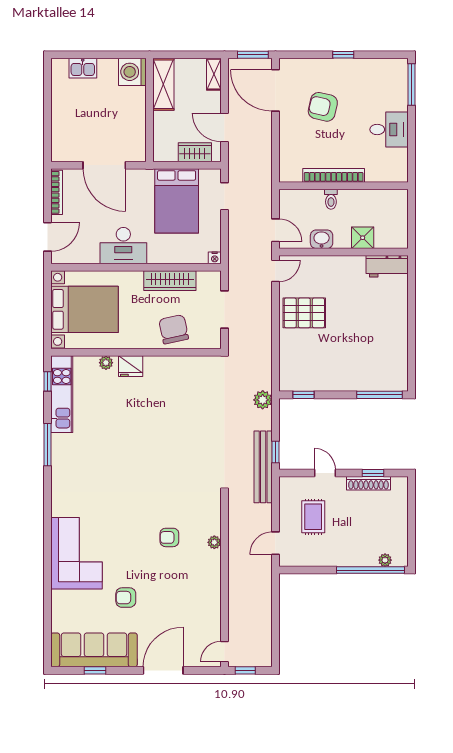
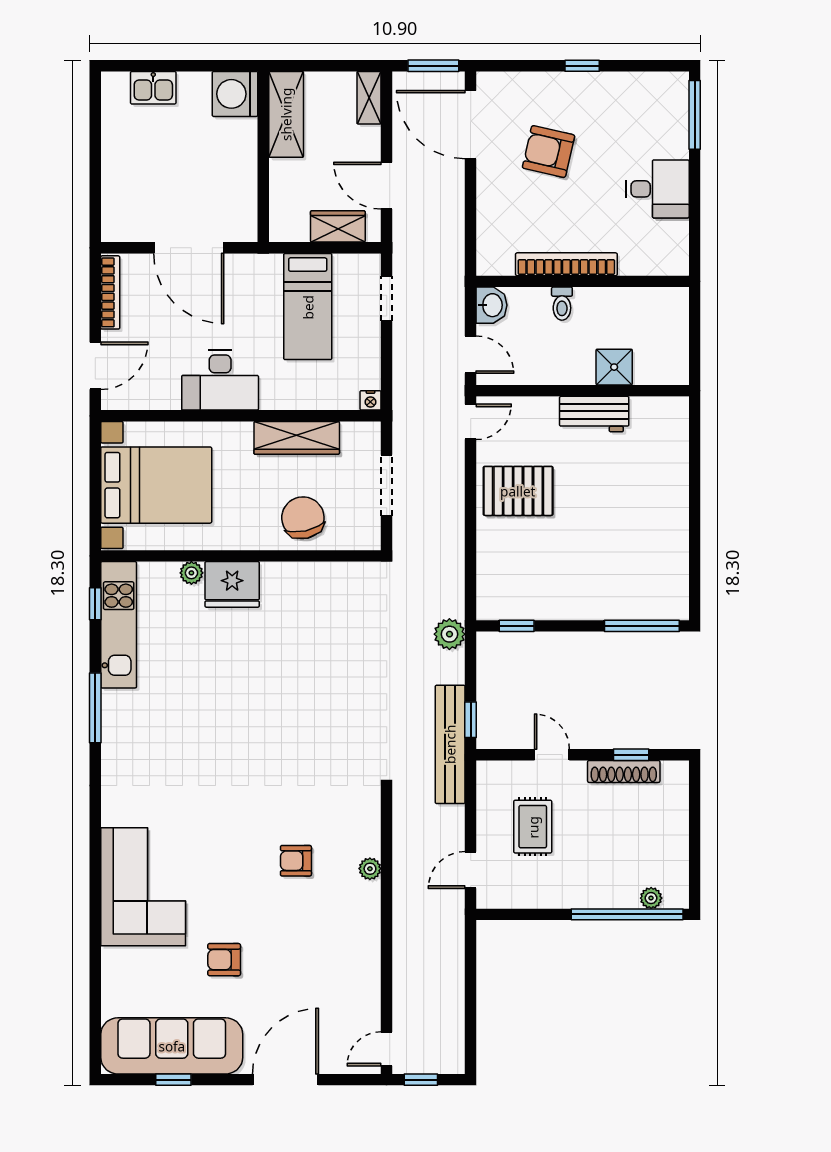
bed: (177, 201) -> (308, 307), width x0.67
washbasin: (322, 239) -> (492, 305), moved, turned 90
workbench: (387, 266) -> (594, 414), moved
fridge: (131, 366) -> (232, 584), width x1.36, depth x1.34

